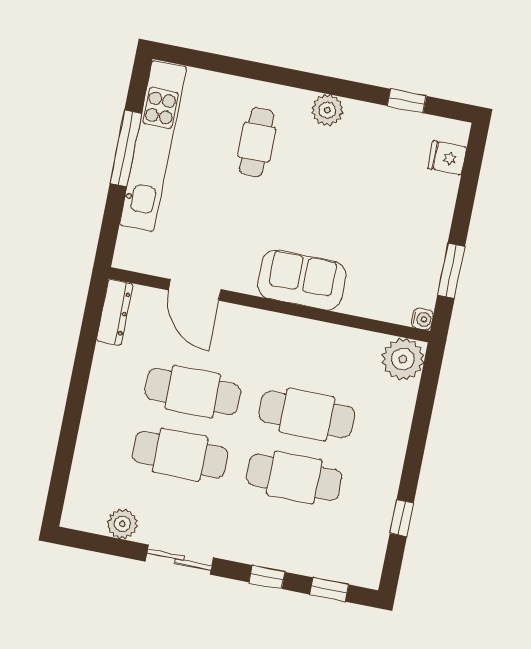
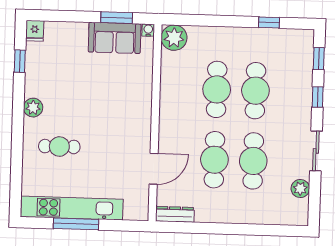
fridge: (447, 158) -> (35, 31), moved
sofa: (302, 280) -> (115, 38), moved, turned -90

